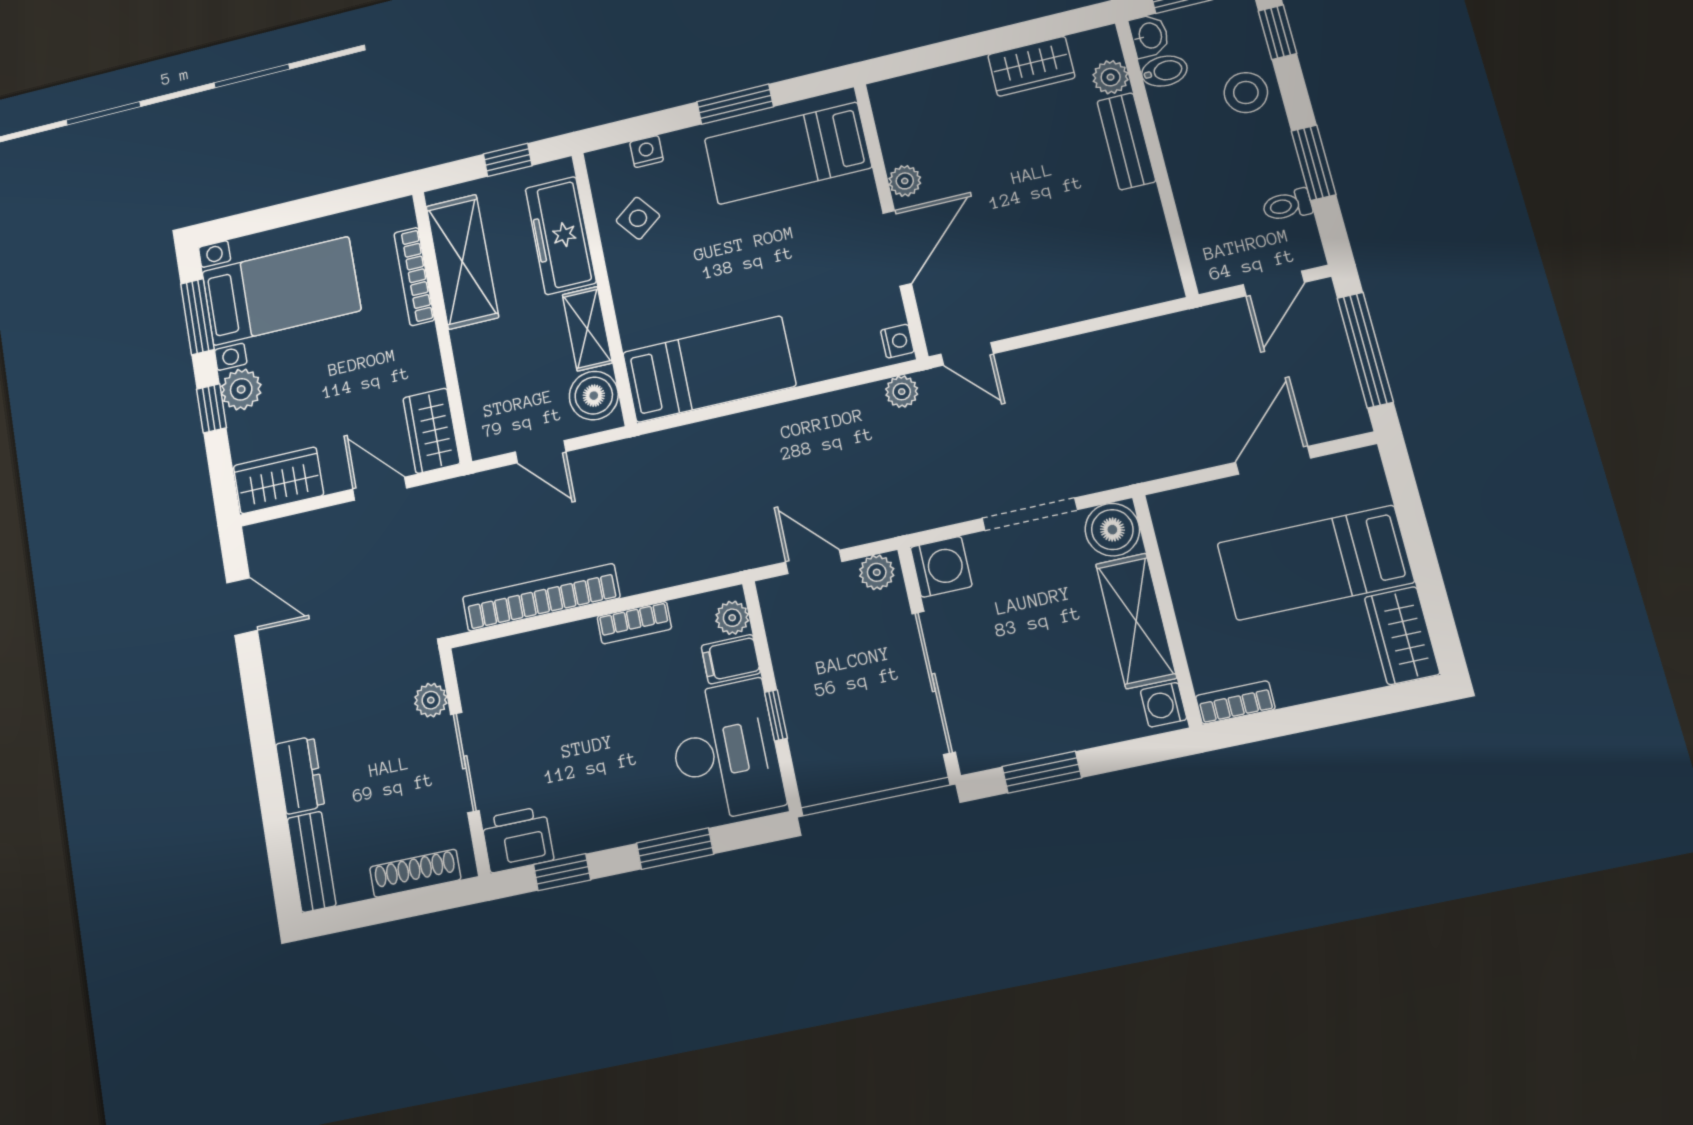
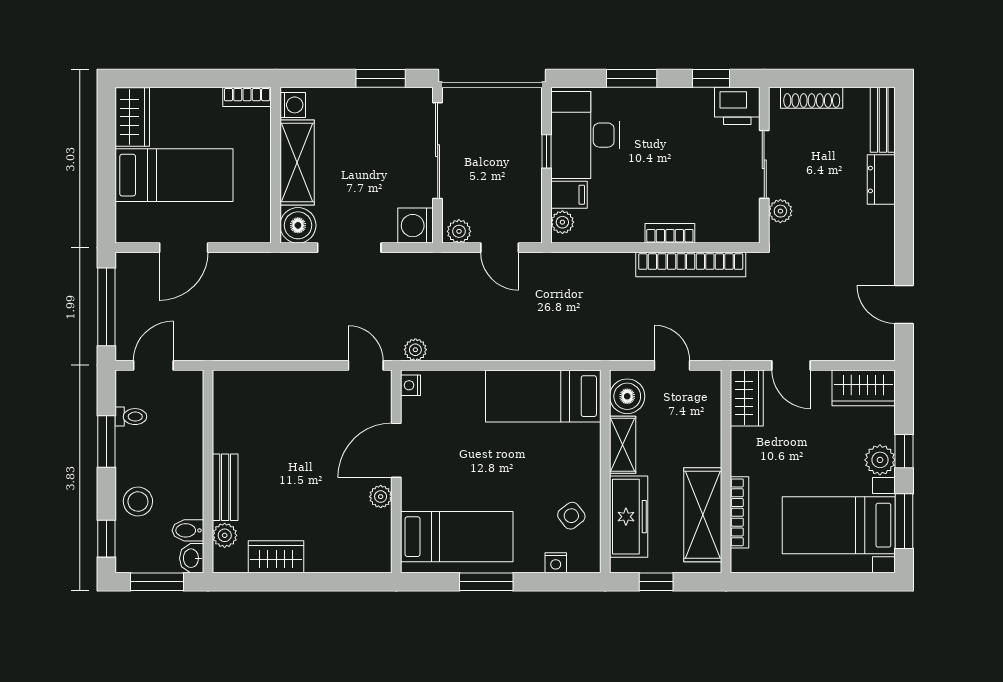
bookcase: (634, 623) -> (670, 233), moved

